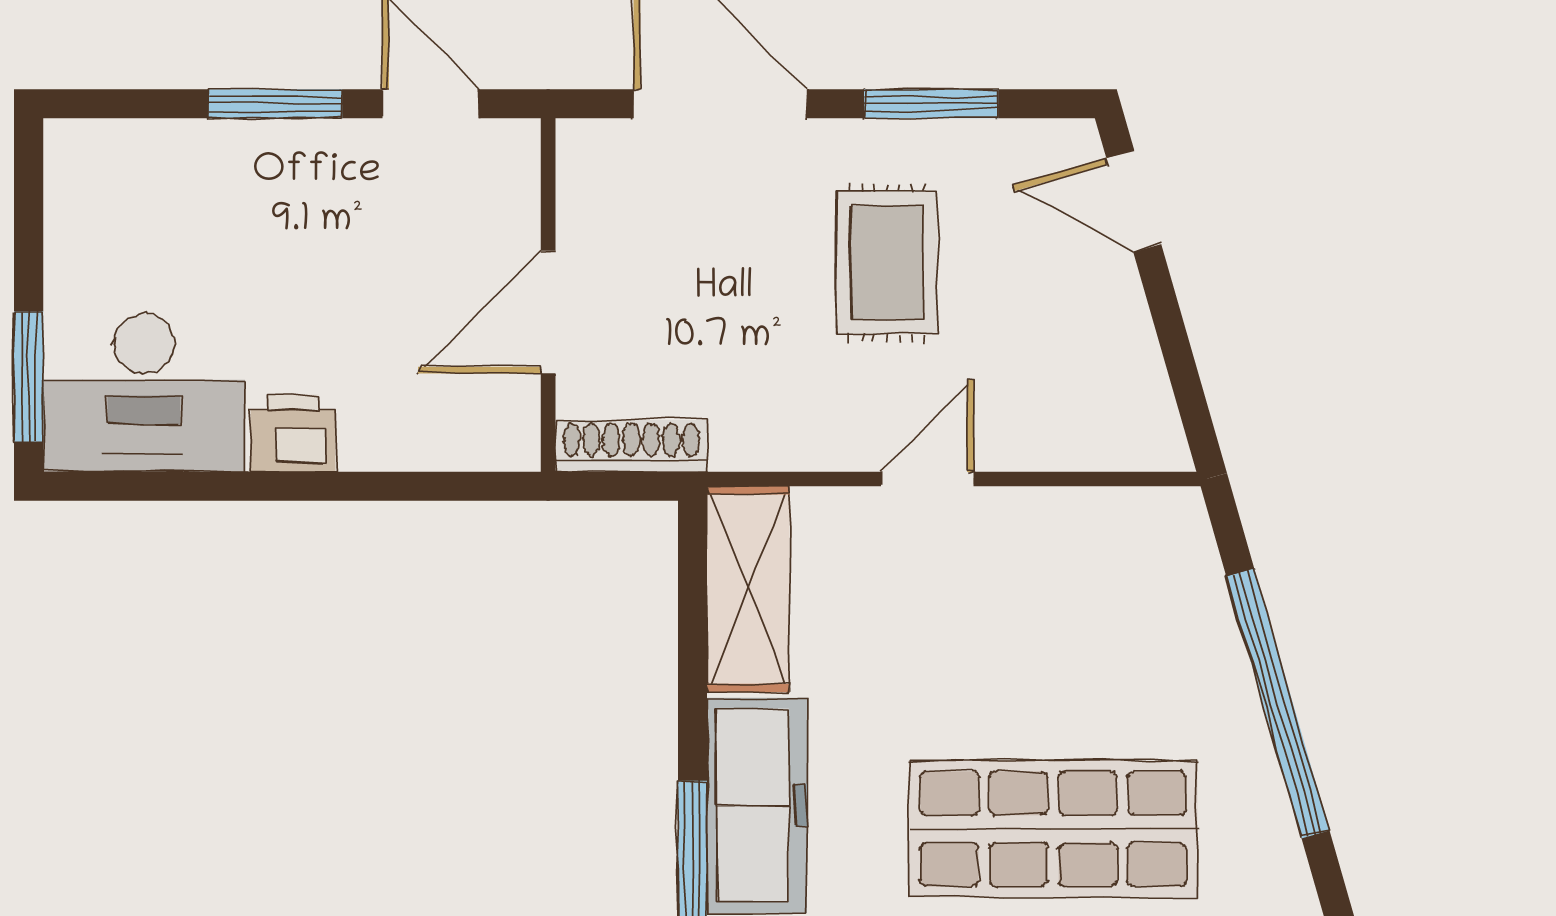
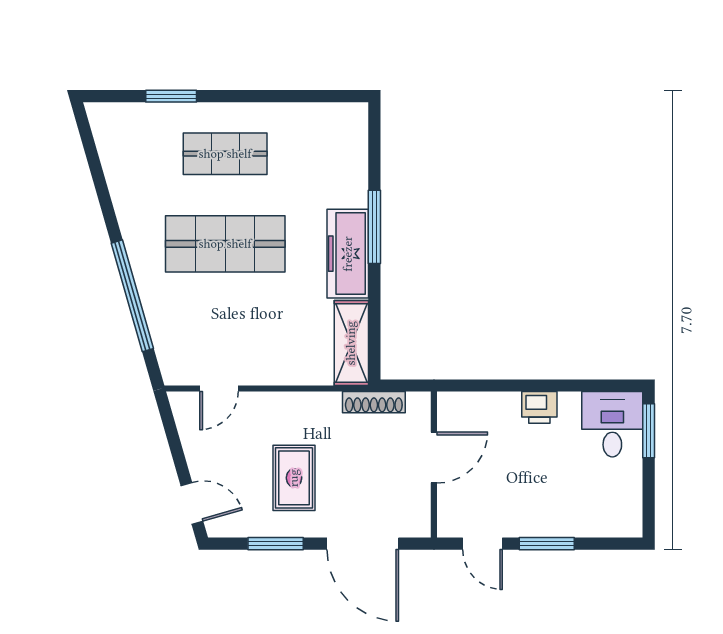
desk: (144, 393) -> (612, 424), width x0.73
shoe rack: (631, 446) -> (374, 402), moved
door: (927, 479) -> (219, 389), moved

